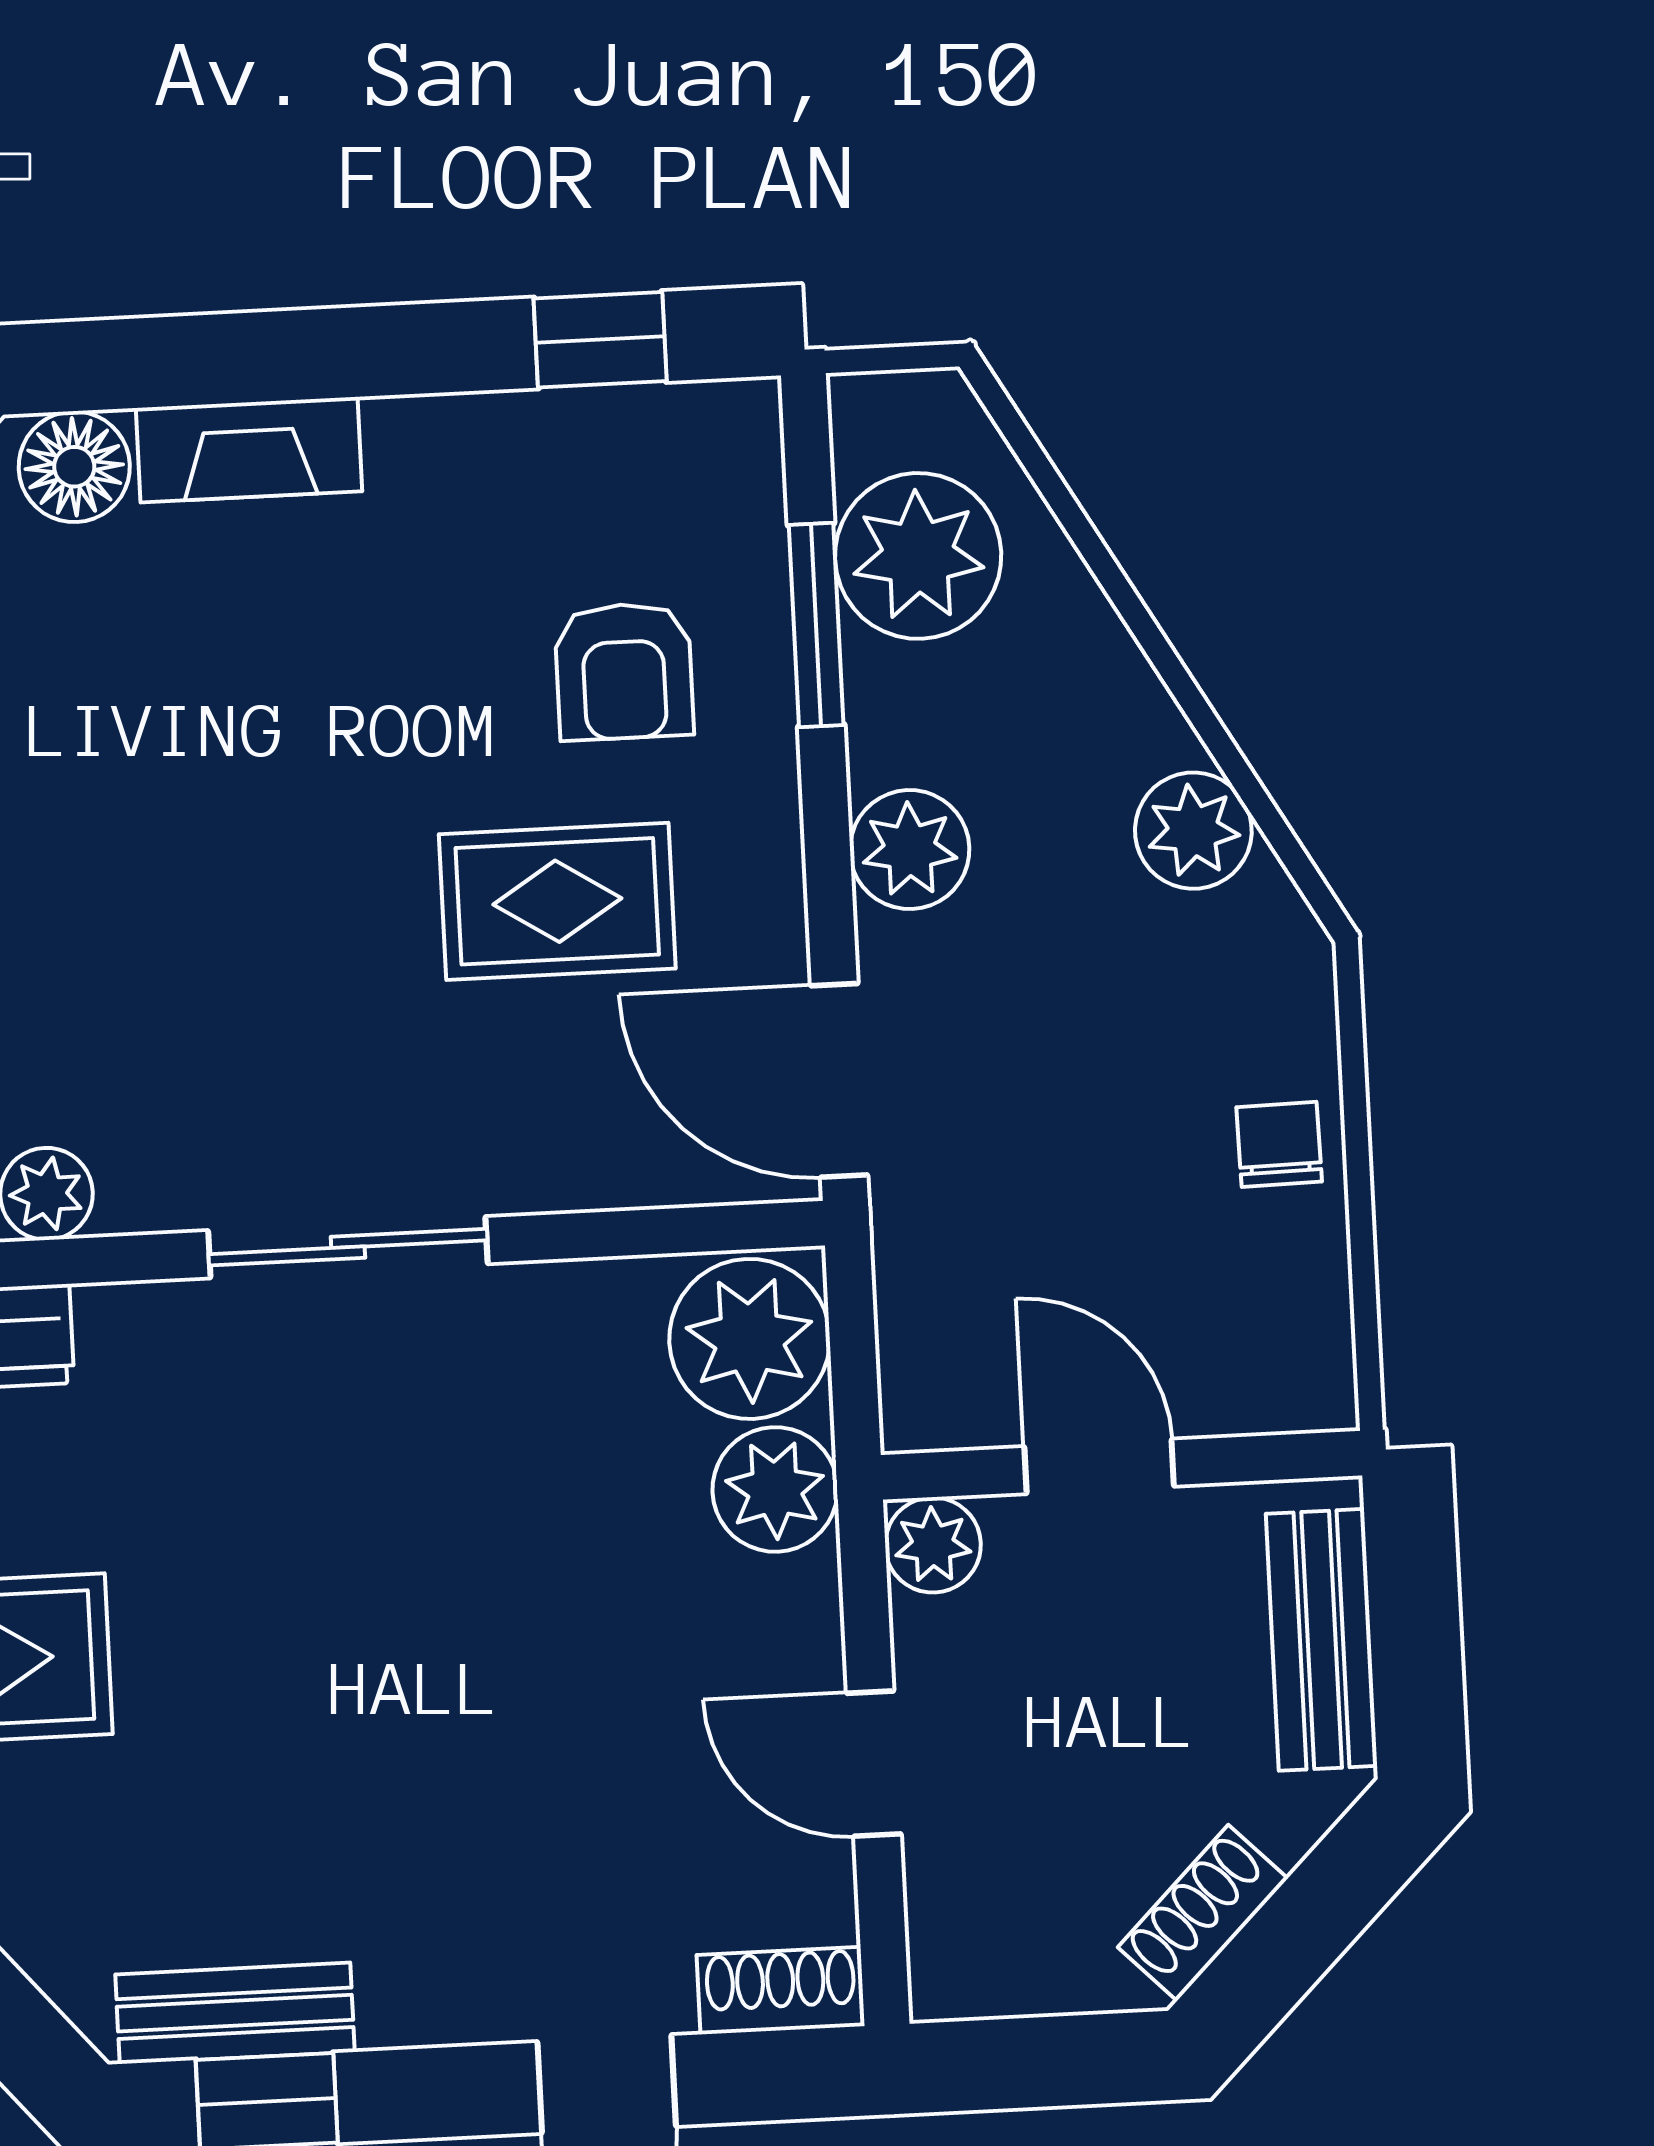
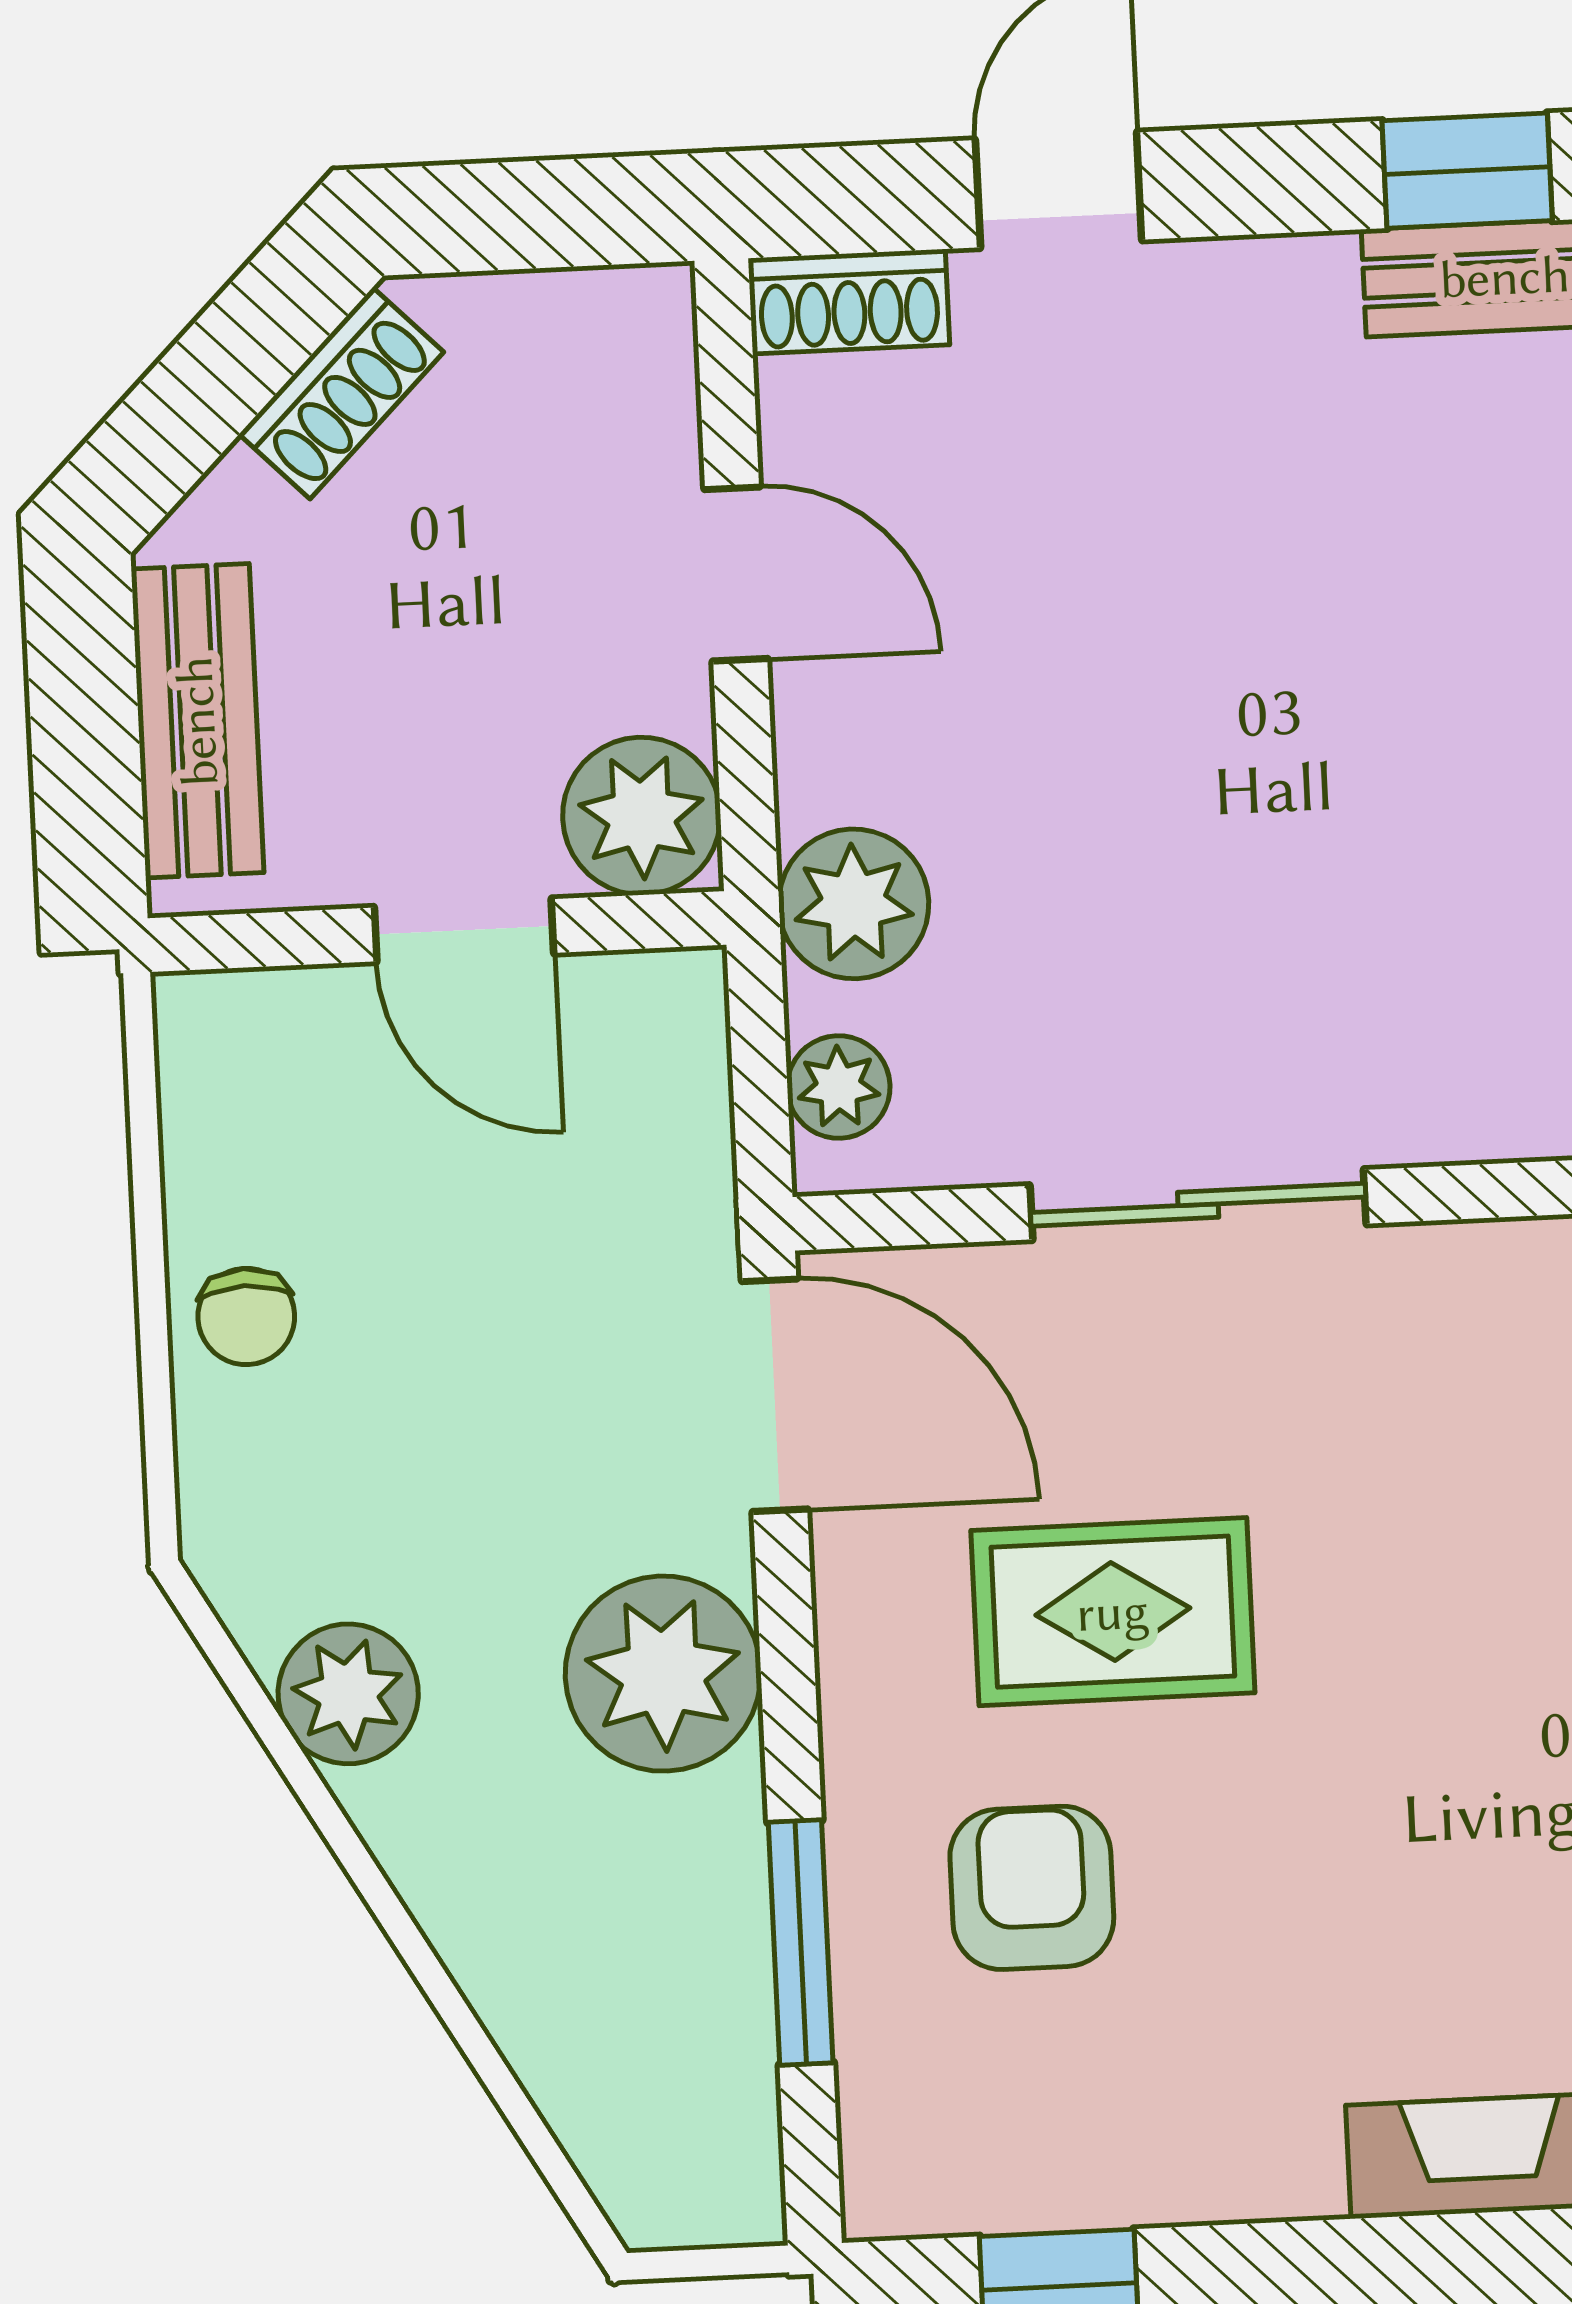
plant: (918, 556) -> (678, 2025), removed
plant: (910, 850) -> (663, 1674), width x1.36, depth x1.36
sliding door: (348, 1247) -> (1198, 1205), moved
plant: (750, 1339) -> (839, 1087), width x0.53, depth x0.53
plant: (933, 1545) -> (642, 816), width x1.38, depth x1.38

